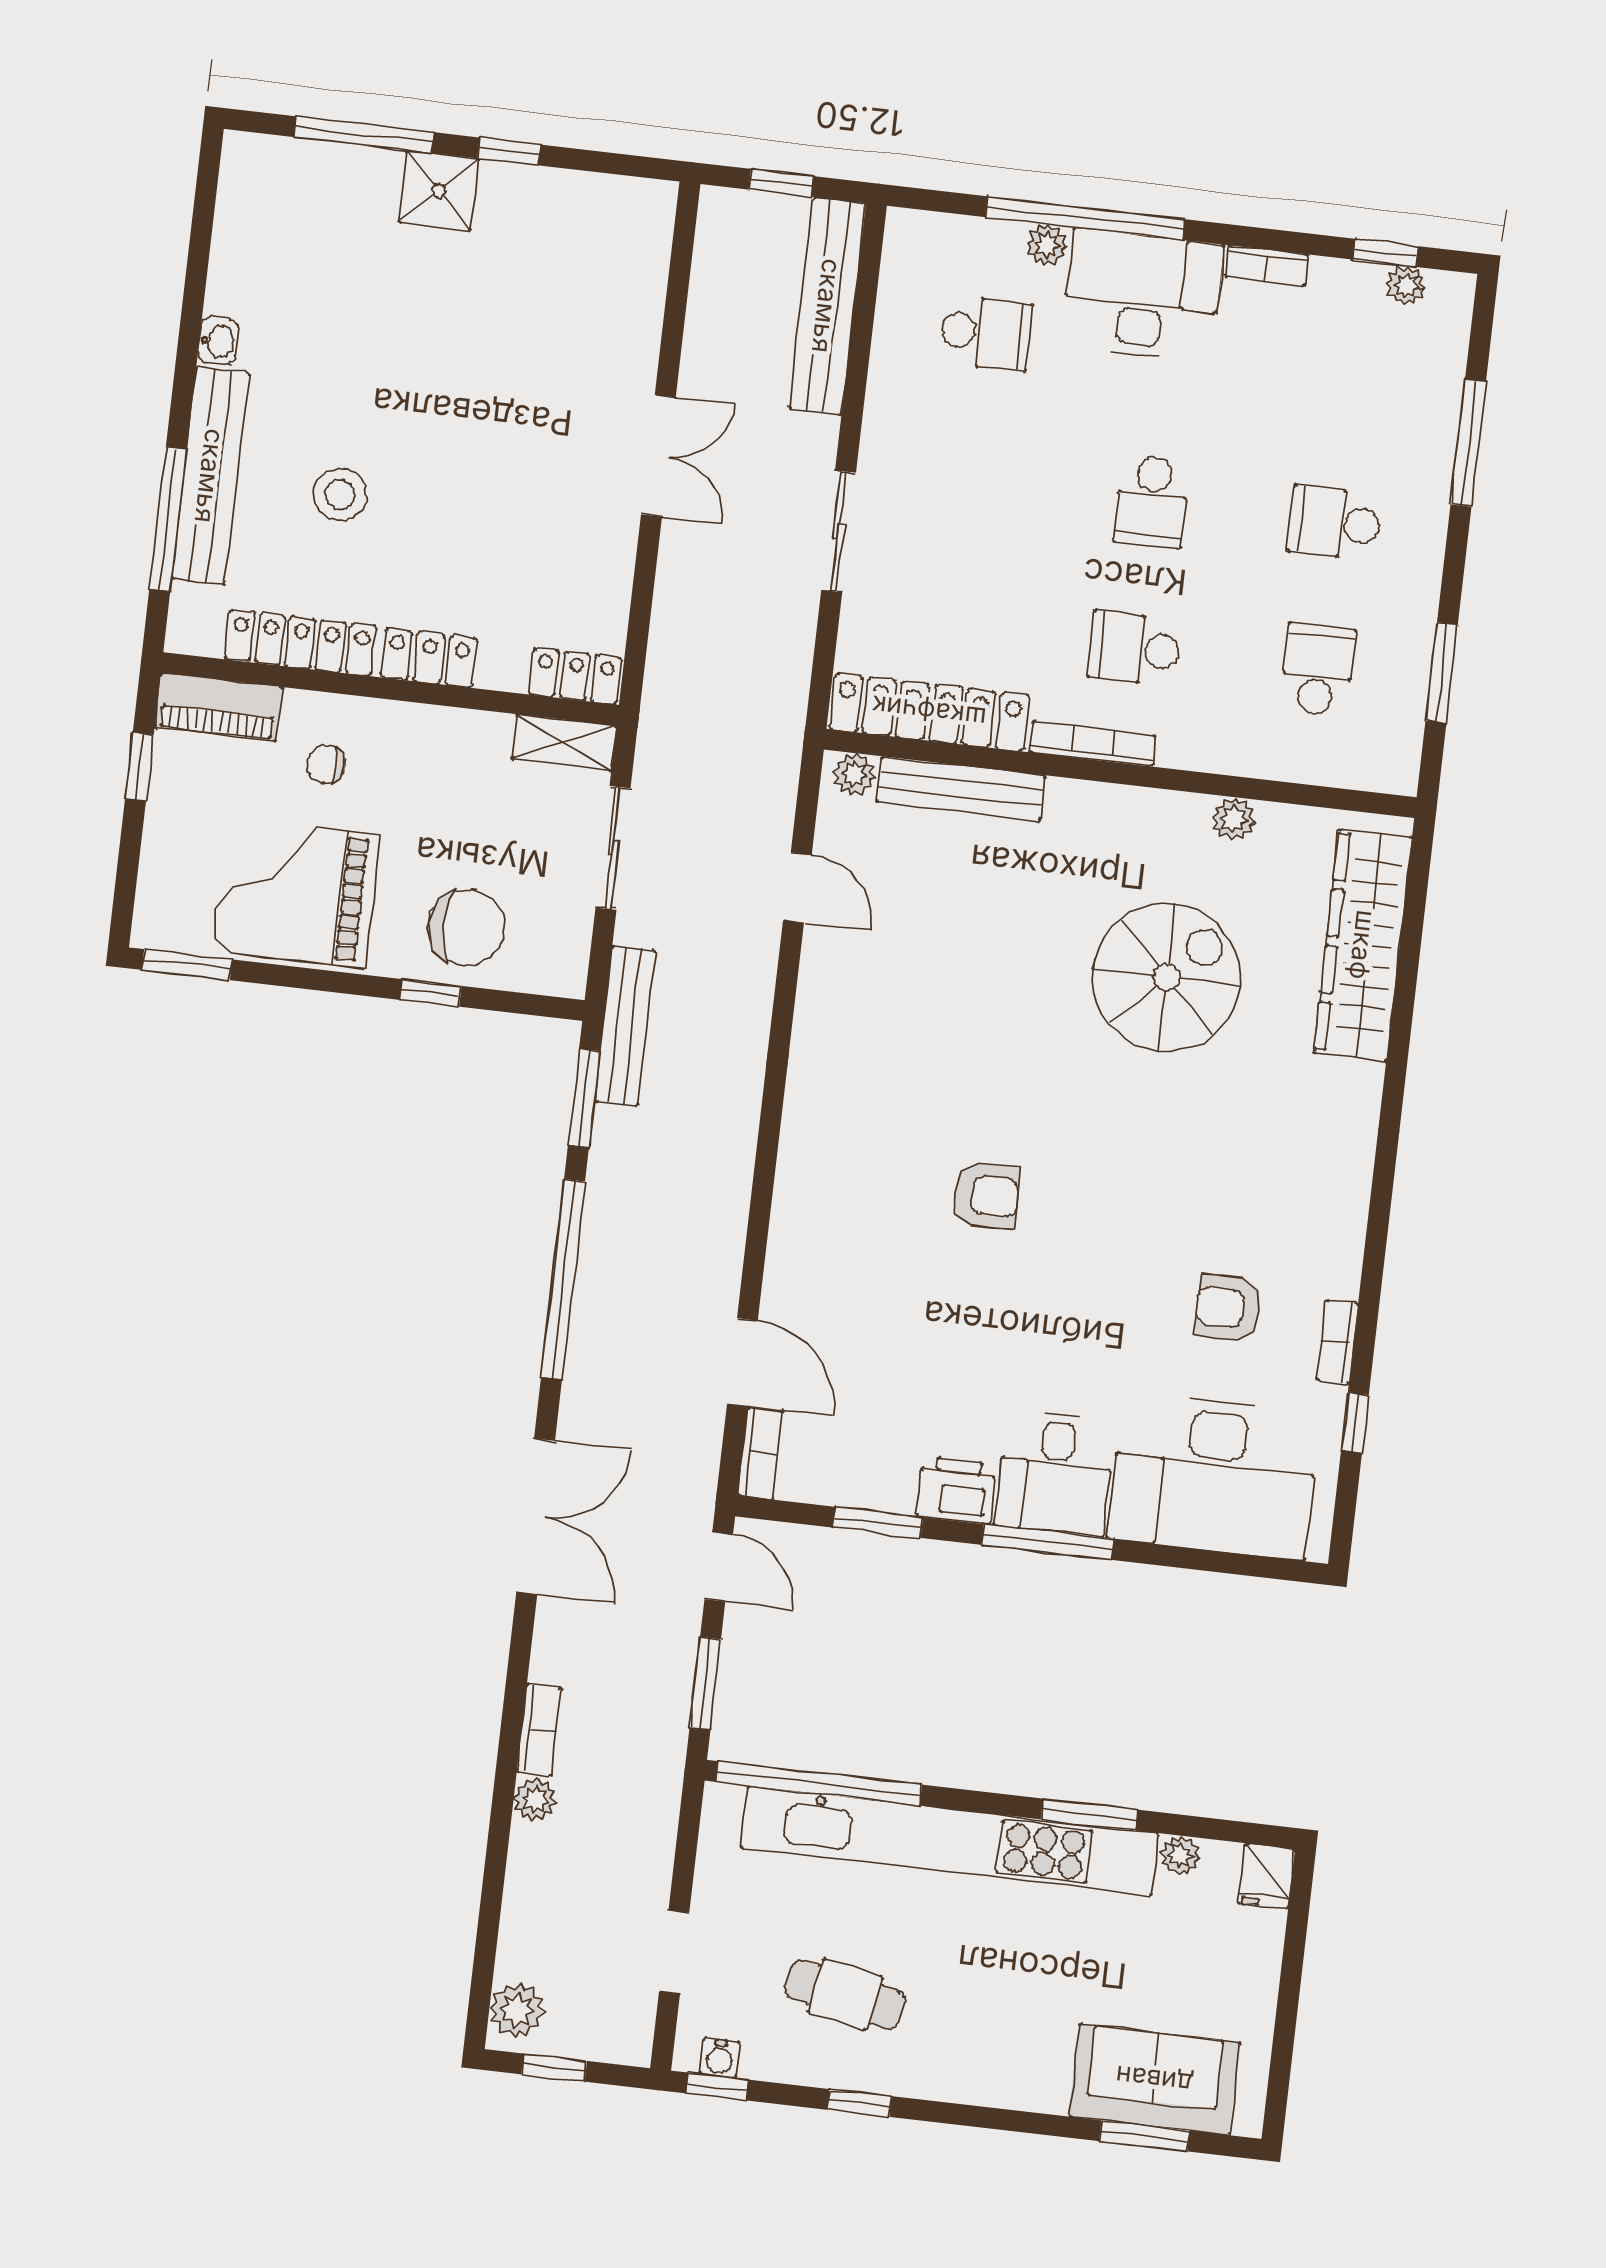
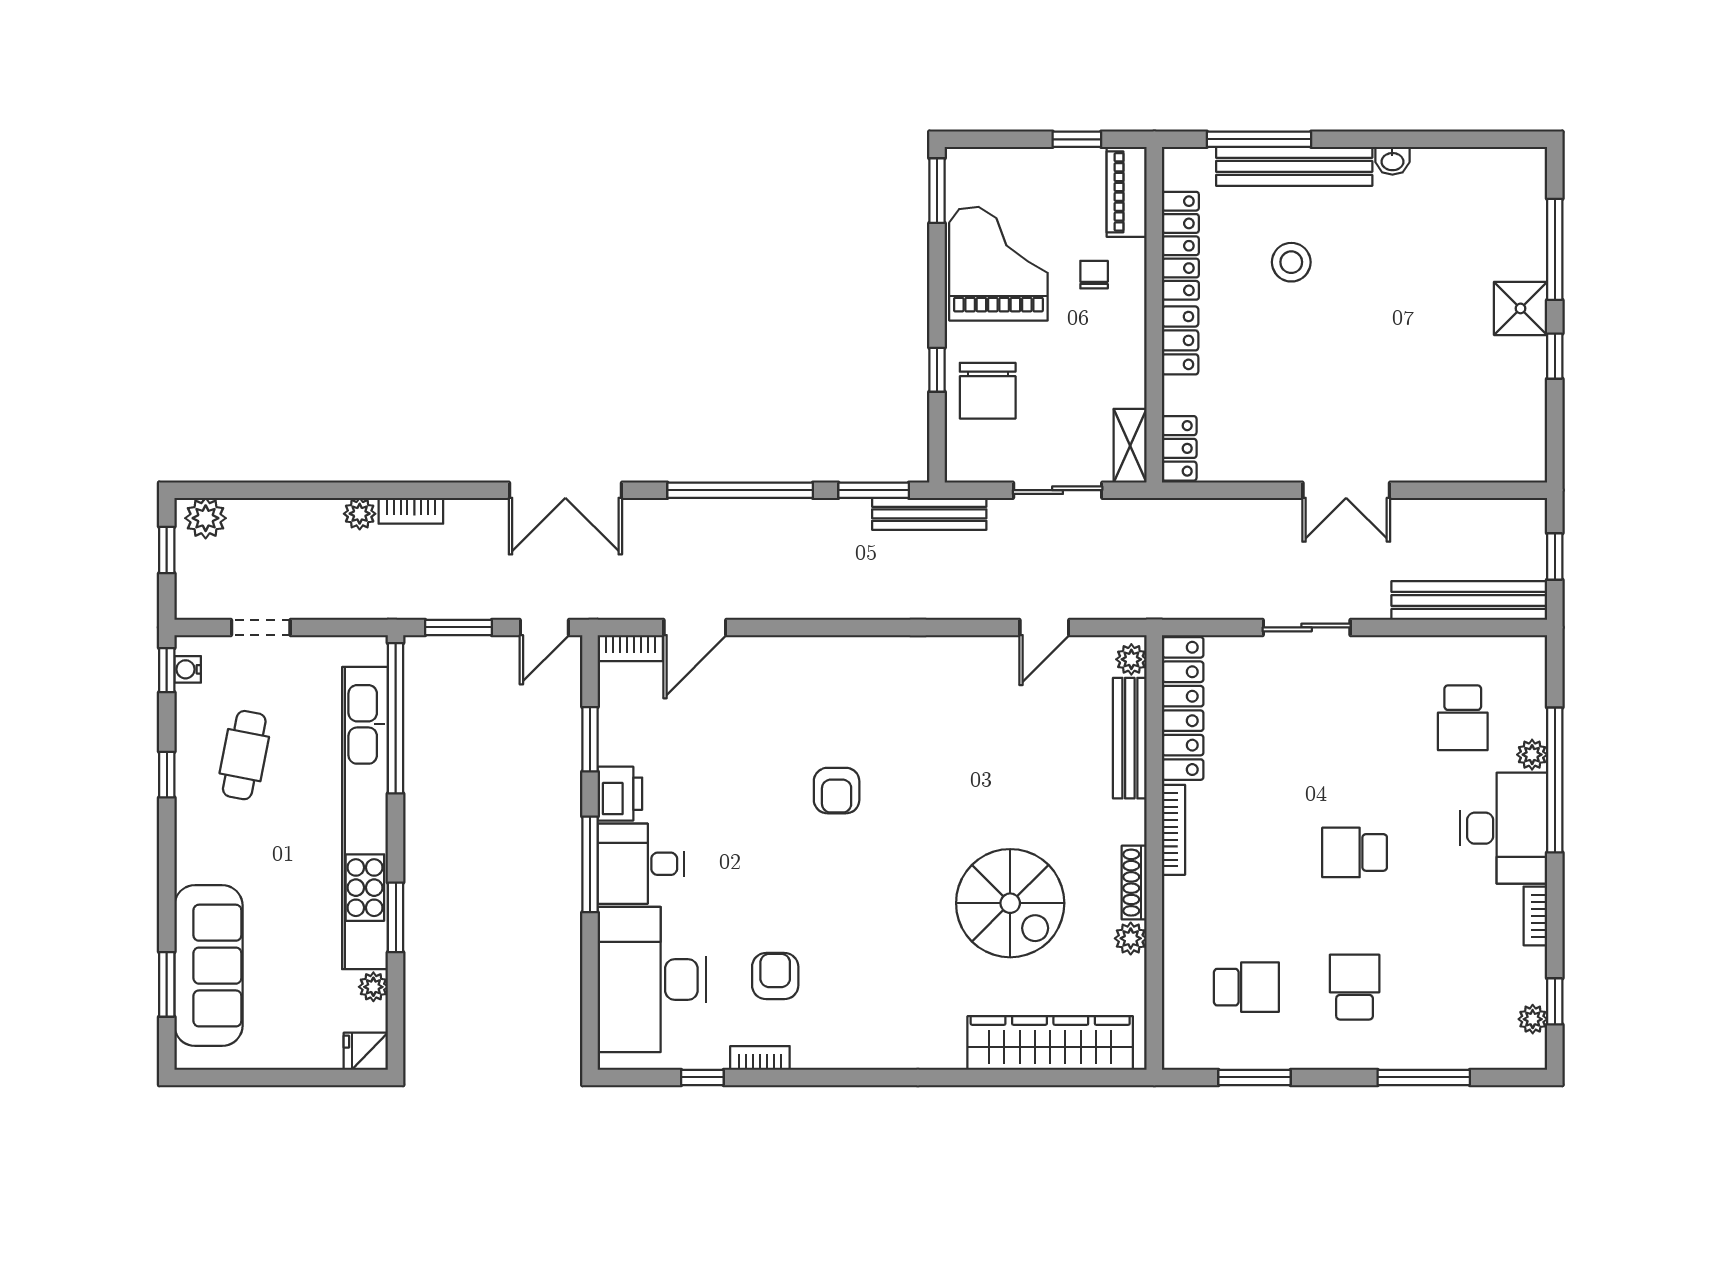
school desk: (1135, 648) -> (1246, 852), removed
shoe rack: (1158, 806) -> (1134, 883), added
sofa: (1154, 2080) -> (209, 966), width x1.36

